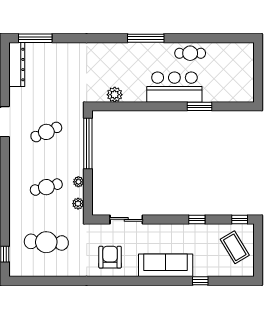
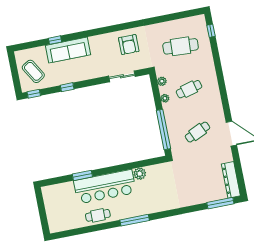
bar counter: (174, 87) -> (105, 187), width x1.36
plant: (115, 95) -> (140, 174), moved
sofa: (166, 265) -> (68, 50), moved

